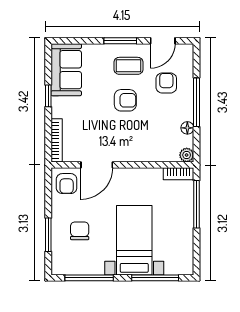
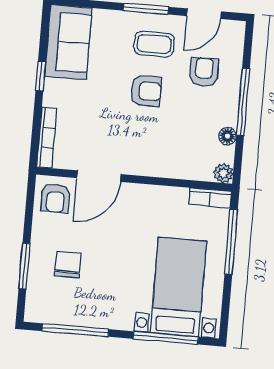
bed with nightstands: (134, 240) -> (178, 287), moved

